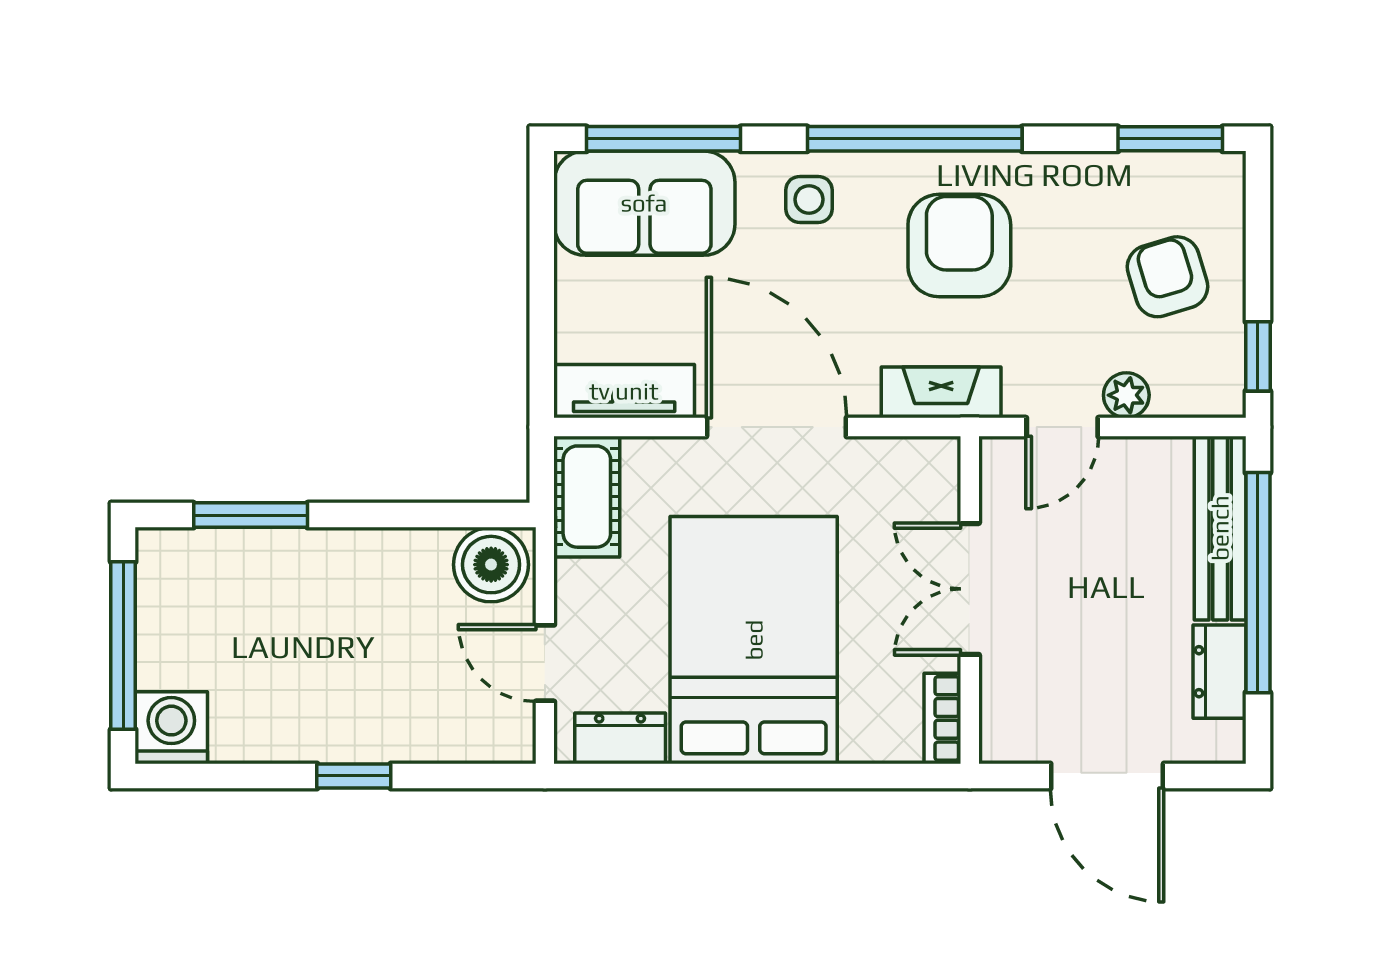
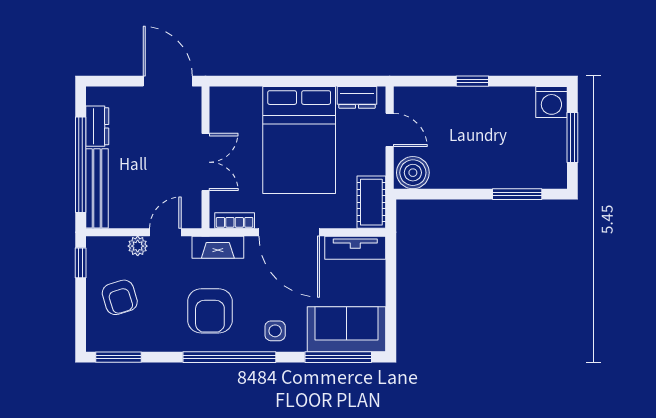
window: (123, 646) -> (572, 138), width x0.69
bookcase: (942, 718) -> (235, 220), moved, turned -90
door: (1107, 776) -> (168, 81), moved

